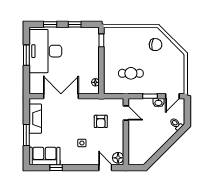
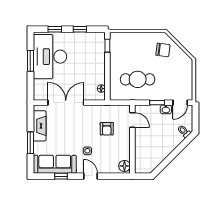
cafe table: (131, 73) -> (138, 79), width x1.37, depth x1.35
sofa: (45, 156) -> (55, 164), width x1.36
door: (105, 168) -> (91, 176), moved

